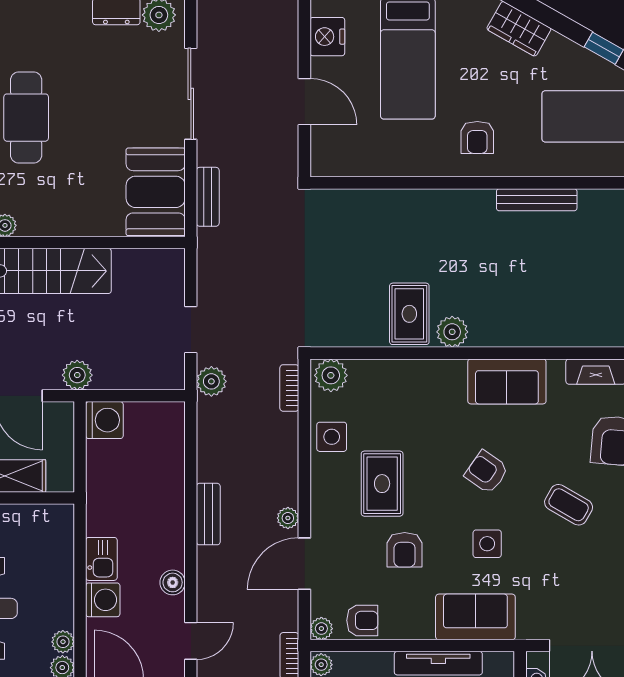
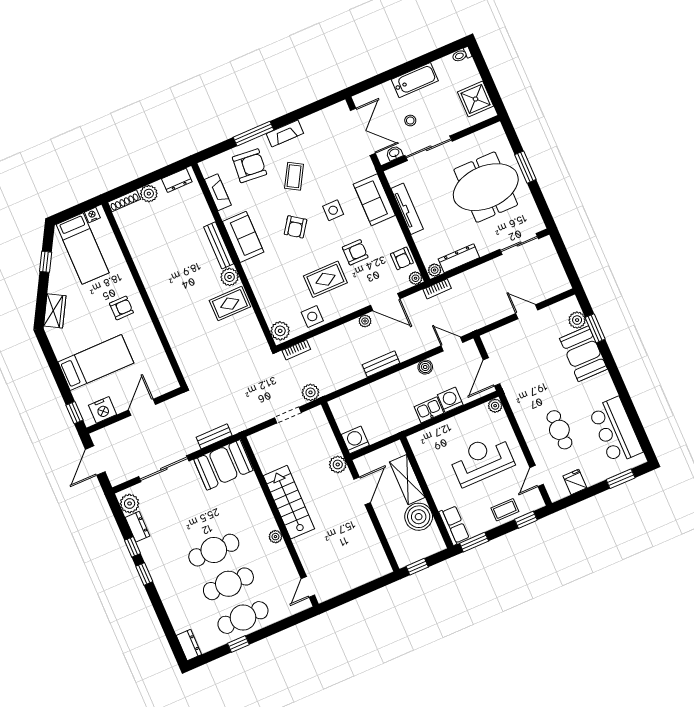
bench: (537, 200) -> (219, 245), moved
armchair: (362, 620) -> (402, 258), turned 180
plant: (63, 642) -> (481, 411), removed

